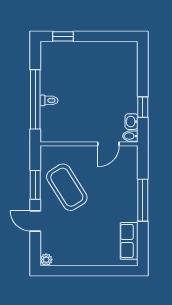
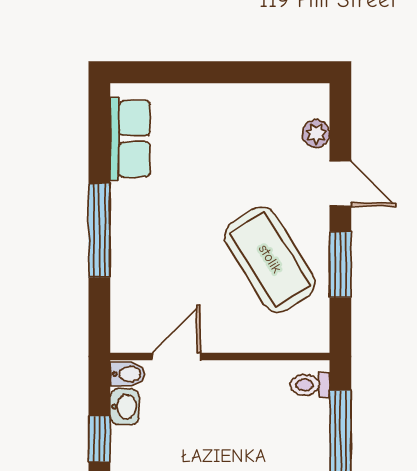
toilet: (49, 100) -> (310, 385), moved
plant: (46, 260) -> (316, 134), moved

